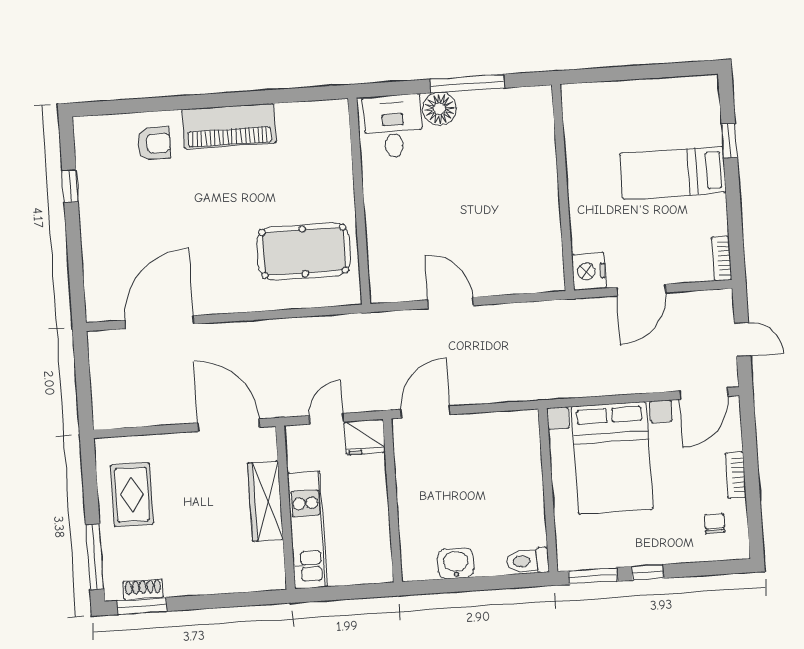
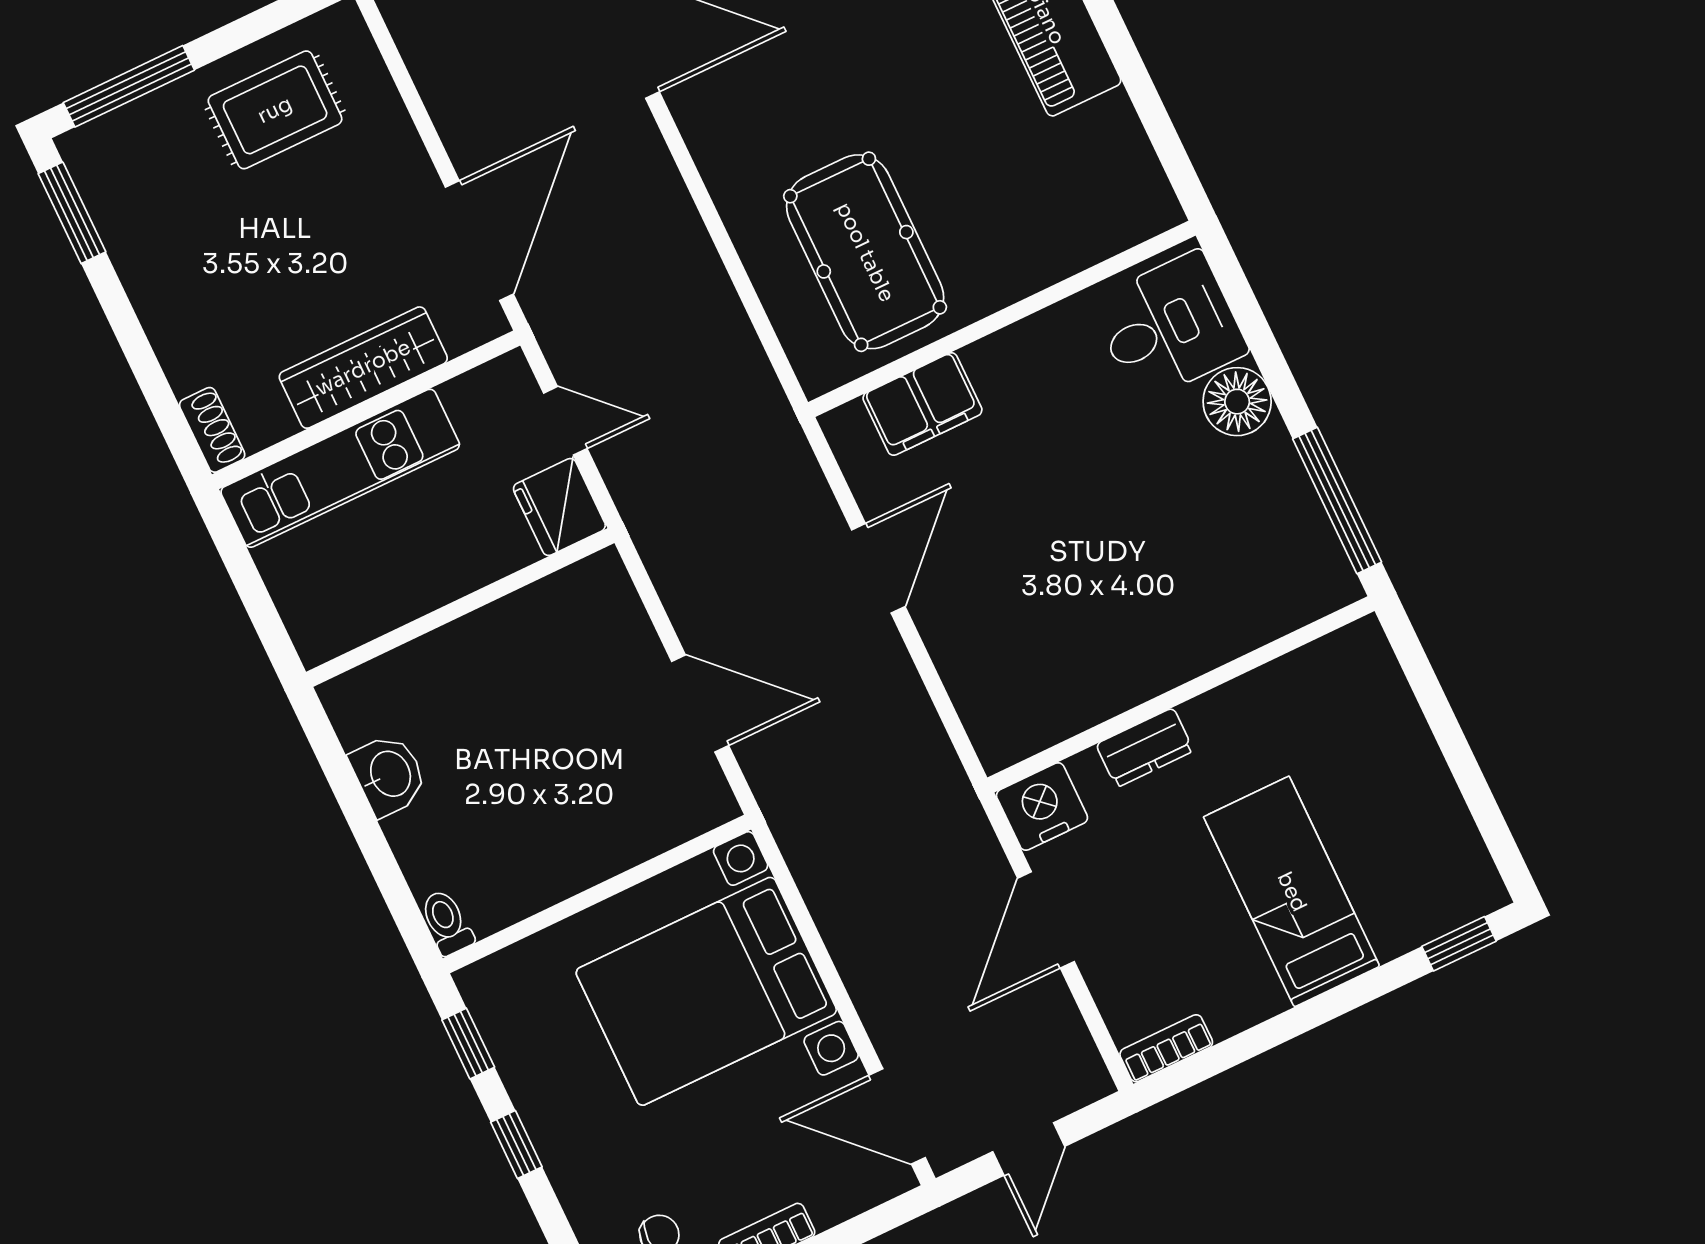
window: (467, 84) -> (1337, 500), moved
window: (729, 141) -> (1459, 944), moved
dresser: (581, 214) -> (1145, 748), added
filing cabinet: (384, 253) -> (922, 404), added
door: (641, 290) -> (1046, 920), hinge flipped
door: (426, 412) -> (700, 703), moved
toilet: (528, 561) -> (447, 922), width x0.73, depth x0.72
window: (593, 576) -> (468, 1044), width x0.67
shoe rack: (143, 590) -> (212, 430), moved

